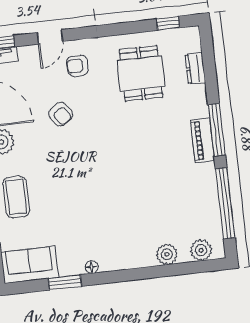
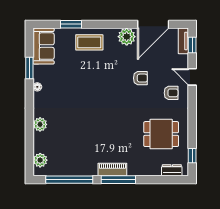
armchair: (78, 66) -> (171, 93), turned 90
dresser: (195, 68) -> (172, 170), moved
armchair: (61, 114) -> (140, 78), turned -146
plant: (167, 254) -> (40, 124), moved

